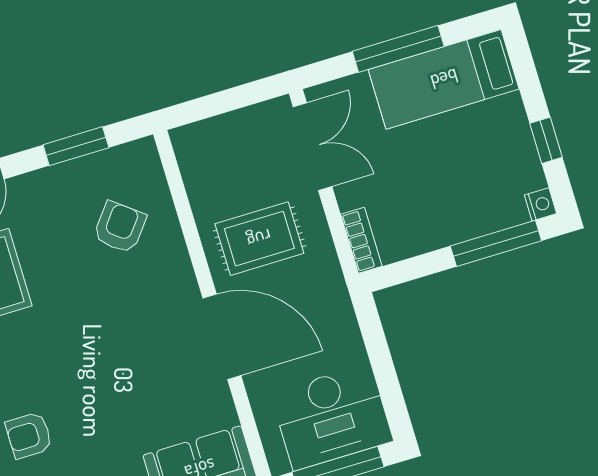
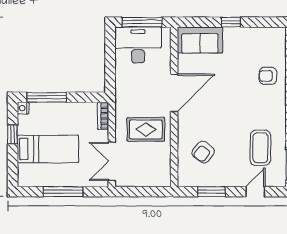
bed: (444, 79) -> (48, 149), moved
door: (222, 337) -> (174, 93), swing flipped
armchair: (29, 435) -> (268, 76), turned 180

